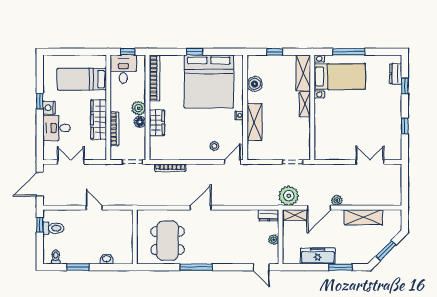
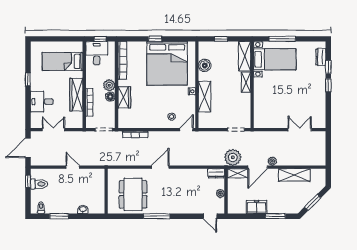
nightstand: (49, 108) -> (36, 85), removed
window: (405, 126) -> (328, 85), moved
freezer: (318, 256) -> (257, 207), width x0.71

